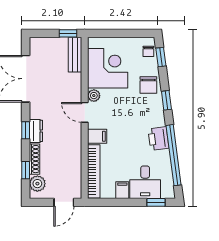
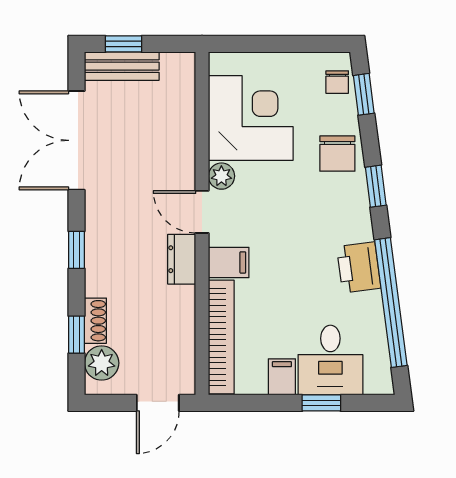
window: (68, 33) -> (124, 44), moved
bench: (75, 55) -> (122, 66), moved, turned 90
dresser: (36, 131) -> (182, 259), moved, turned 180
shoe rack: (34, 159) -> (95, 321), width x0.70
window: (156, 202) -> (321, 403), moved

